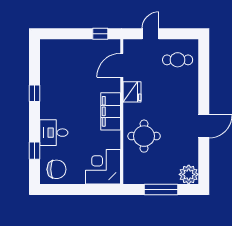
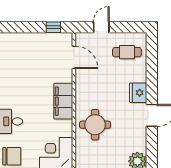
door: (122, 65) -> (74, 57), swing flipped
fridge: (132, 92) -> (138, 93), moved, turned 180

